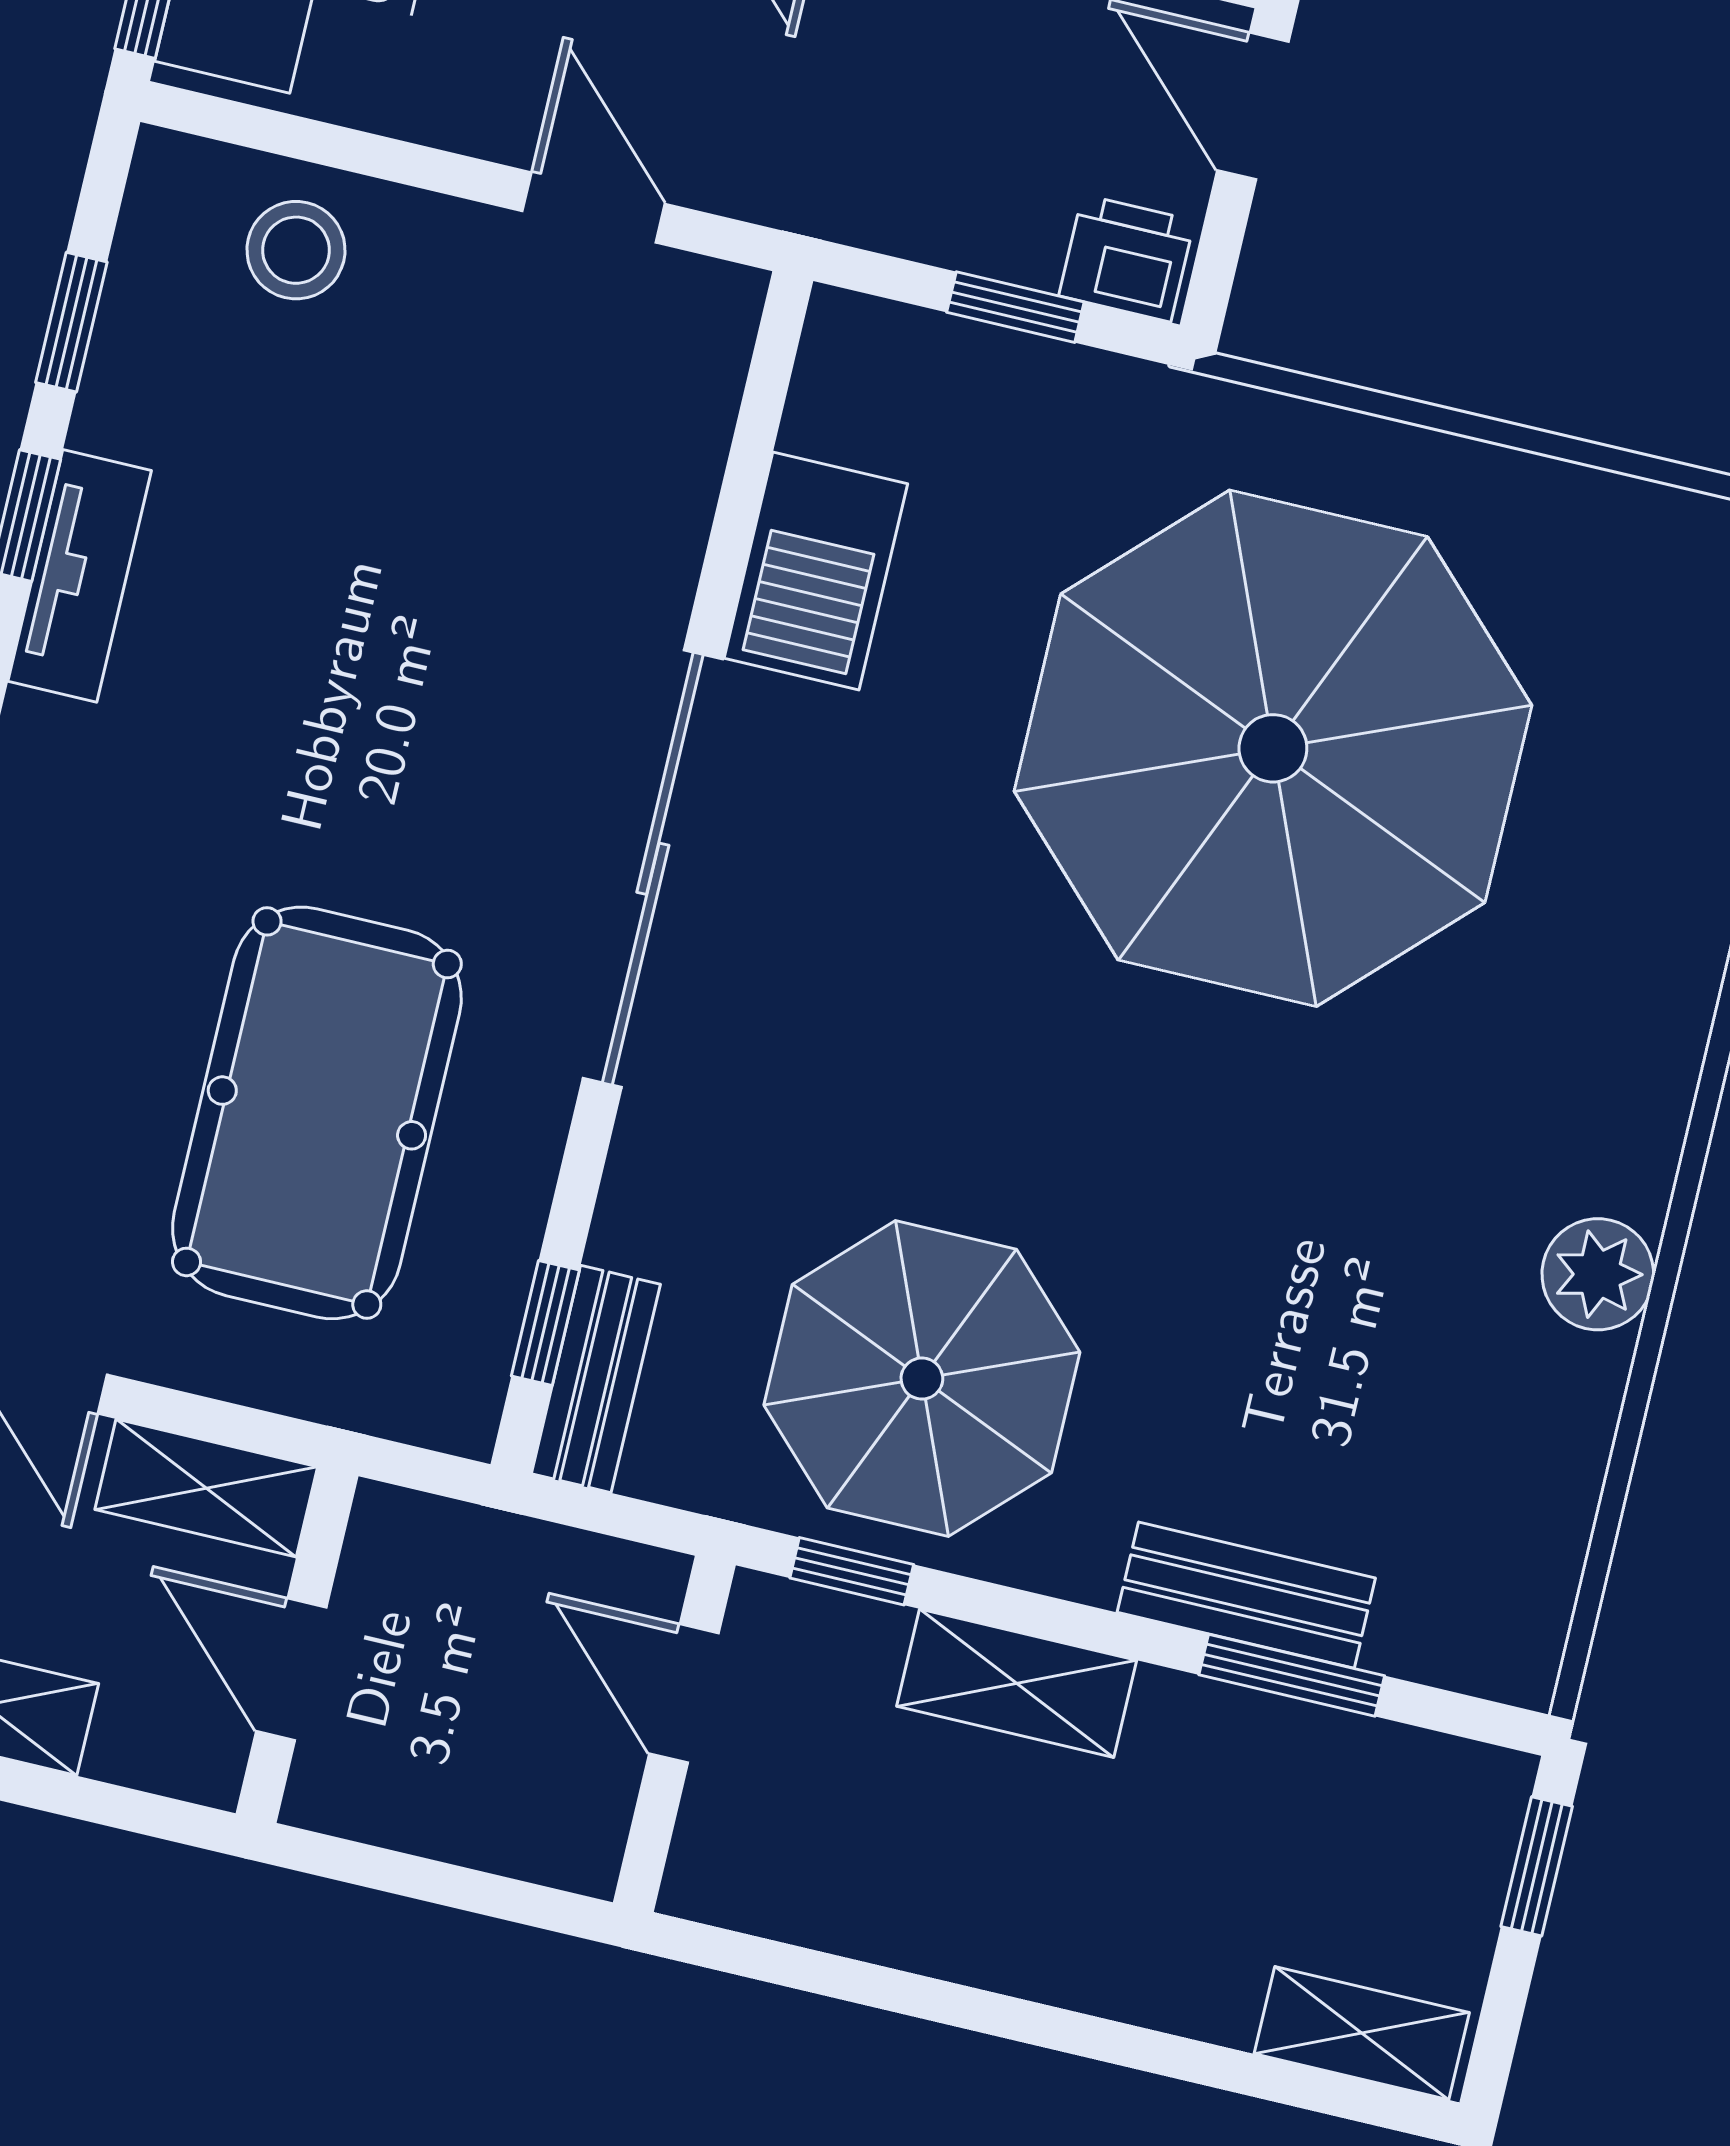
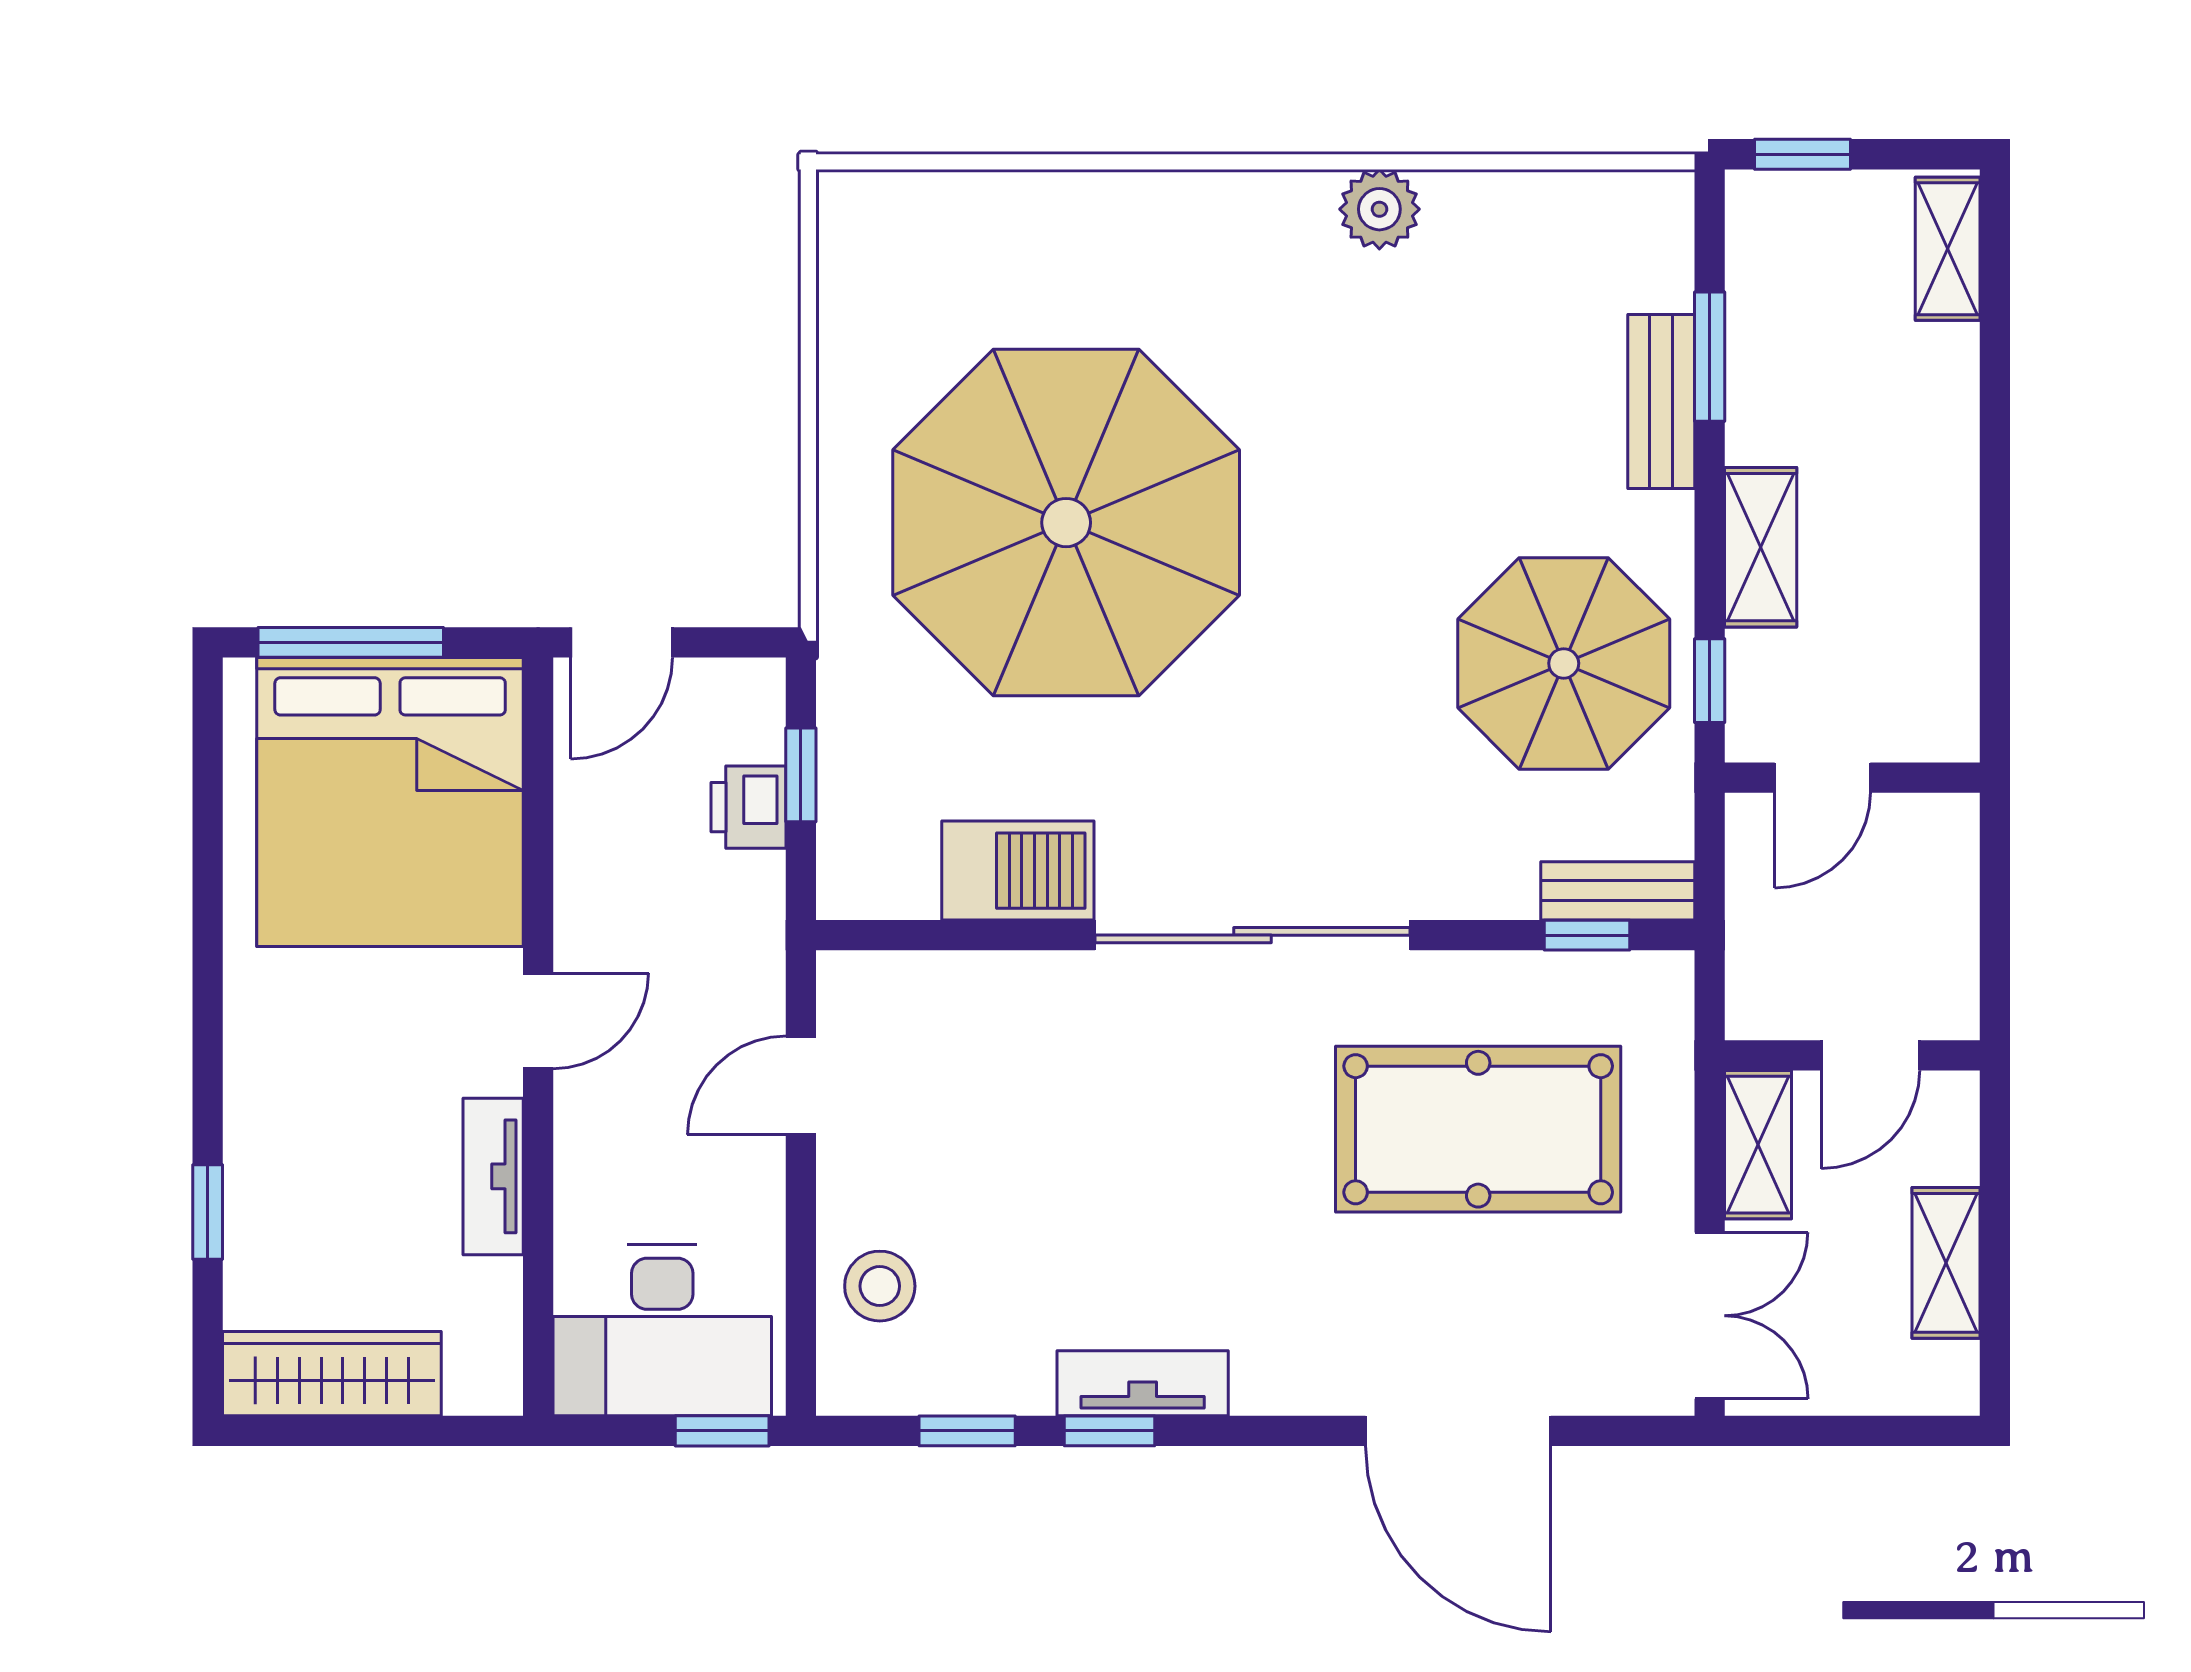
printer: (1127, 258) -> (748, 807), moved

